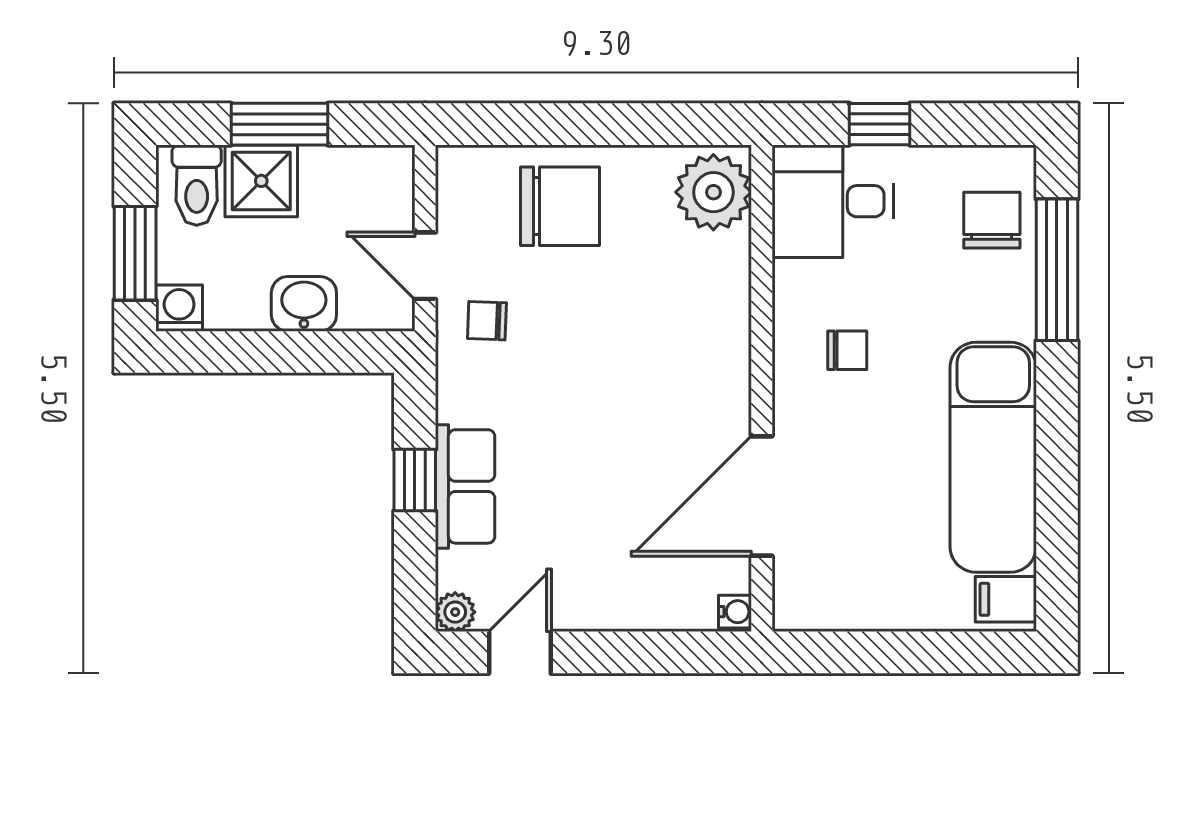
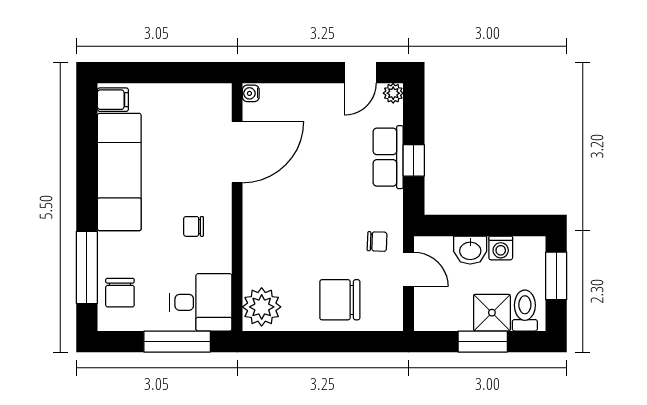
window: (880, 124) -> (177, 342), width x2.17
washing machine: (179, 308) -> (501, 248), moved

